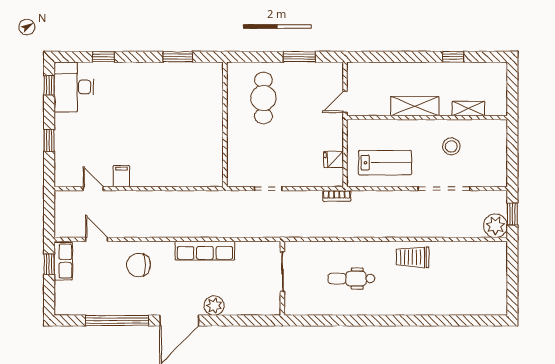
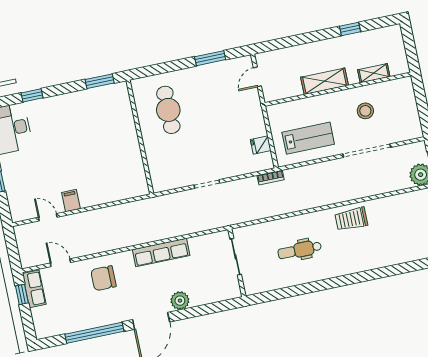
cafe table: (263, 98) -> (168, 110), moved
door: (345, 102) -> (257, 77), moved
wall: (225, 124) -> (140, 137), moved

